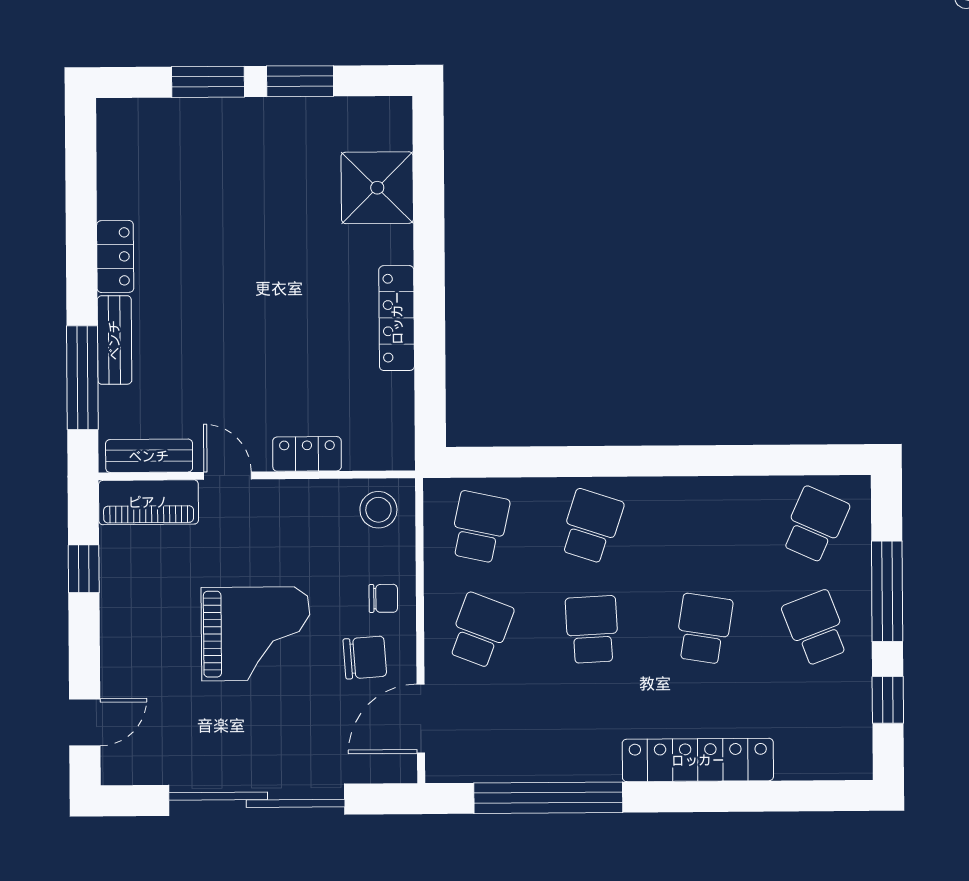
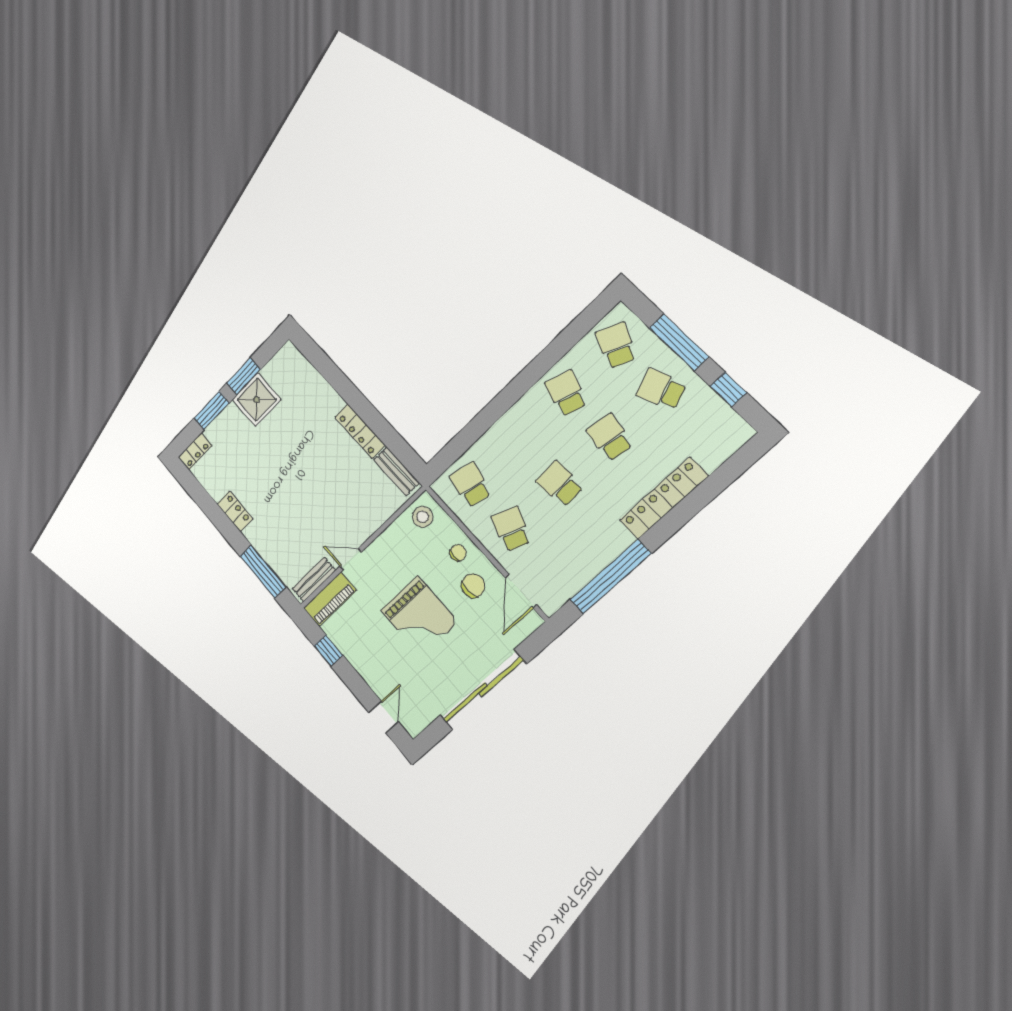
shower: (377, 188) -> (257, 400), moved
bench: (114, 340) -> (396, 471), moved
locker: (307, 454) -> (195, 451), moved, turned 180
school desk: (591, 526) -> (566, 393), moved
grand piano: (256, 634) -> (419, 616), turned 90

